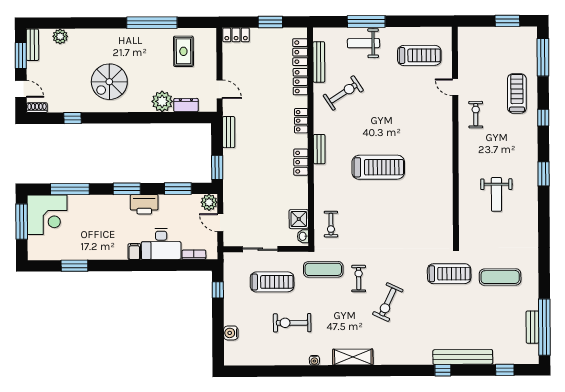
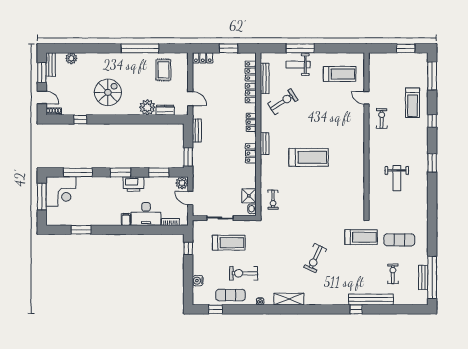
spiral stairs: (109, 82) -> (108, 92), turned 180
treadmill: (517, 93) -> (413, 103), turned 180
exercise mat: (323, 269) -> (230, 295), moved
exercise bike: (359, 279) -> (393, 274), moved
window: (505, 370) -> (215, 309), moved

